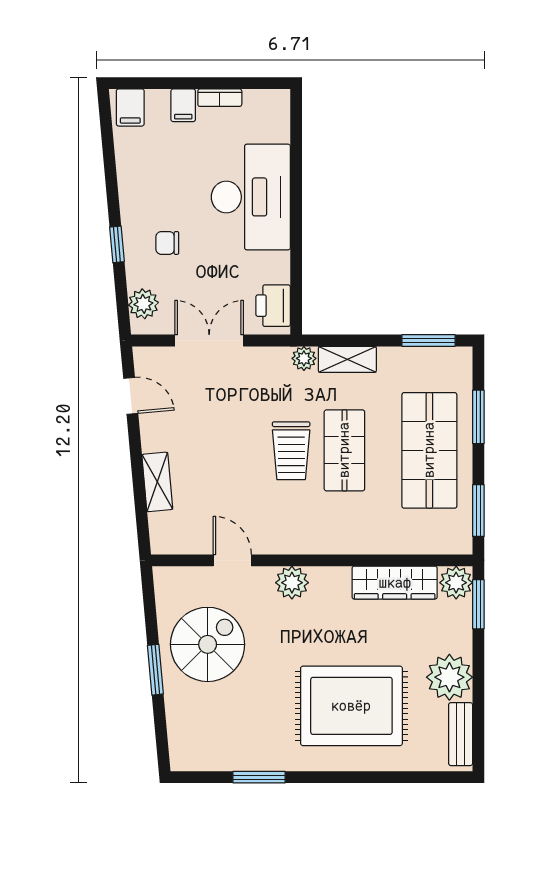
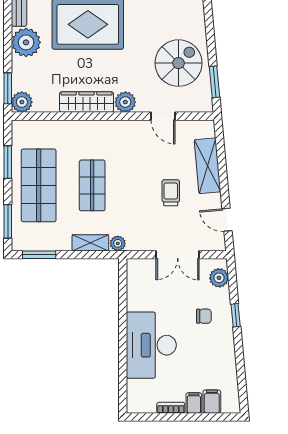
filing cabinet: (130, 107) -> (212, 402), moved
printer: (273, 306) -> (137, 277), removed
window: (478, 417) -> (8, 221), moved
trolley: (291, 451) -> (171, 193), moved, width x0.73, depth x0.72
shelving: (157, 482) -> (207, 166), width x1.50, depth x1.33
window: (478, 511) -> (8, 162), moved
wardrobe: (395, 583) -> (87, 102), moved
spiral stairs: (208, 644) -> (179, 63), turned 180
window: (155, 670) -> (215, 82), moved

